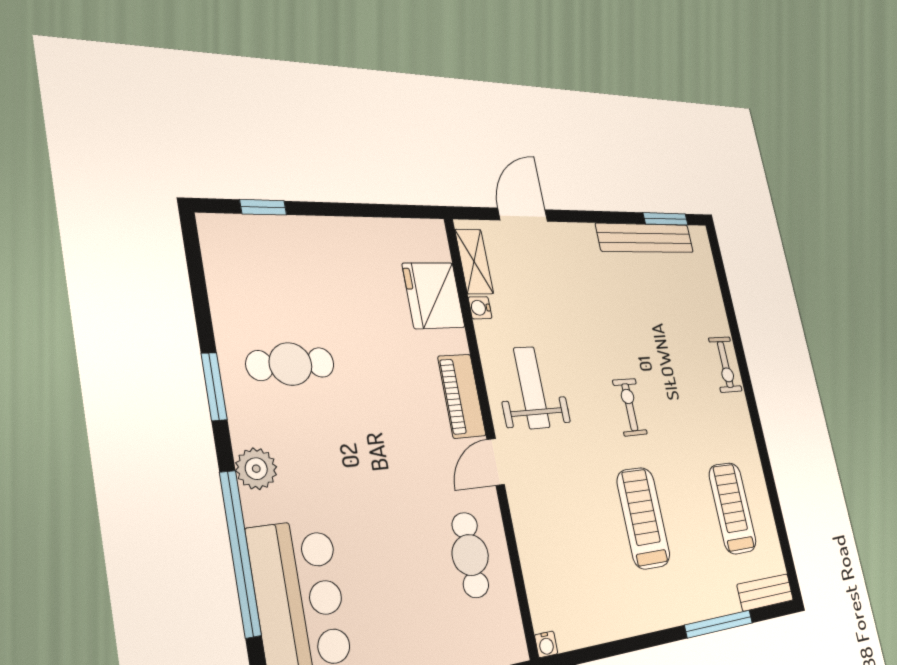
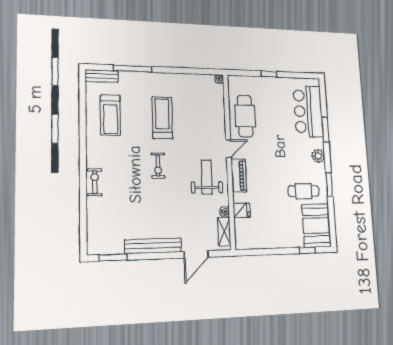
bench: (645, 238) -> (153, 246), moved
booth: (244, 271) -> (316, 226), added
fridge: (434, 295) -> (242, 210), width x0.53, depth x0.75
weight bench: (532, 388) -> (207, 177), turned 180
treadmill: (643, 518) -> (162, 118), turned 180
window: (240, 553) -> (325, 130), width x0.47
cafe table: (470, 555) -> (245, 116), width x1.37, depth x1.35

